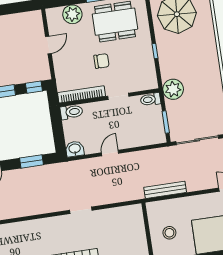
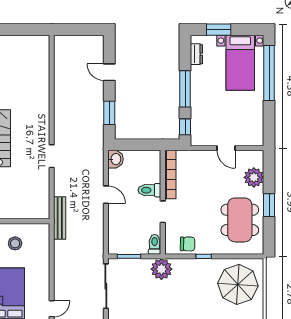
chair: (101, 61) -> (188, 244), moved, turned -89
toilet: (71, 112) -> (149, 190), moved, turned 90
bench: (165, 190) -> (60, 218), moved

